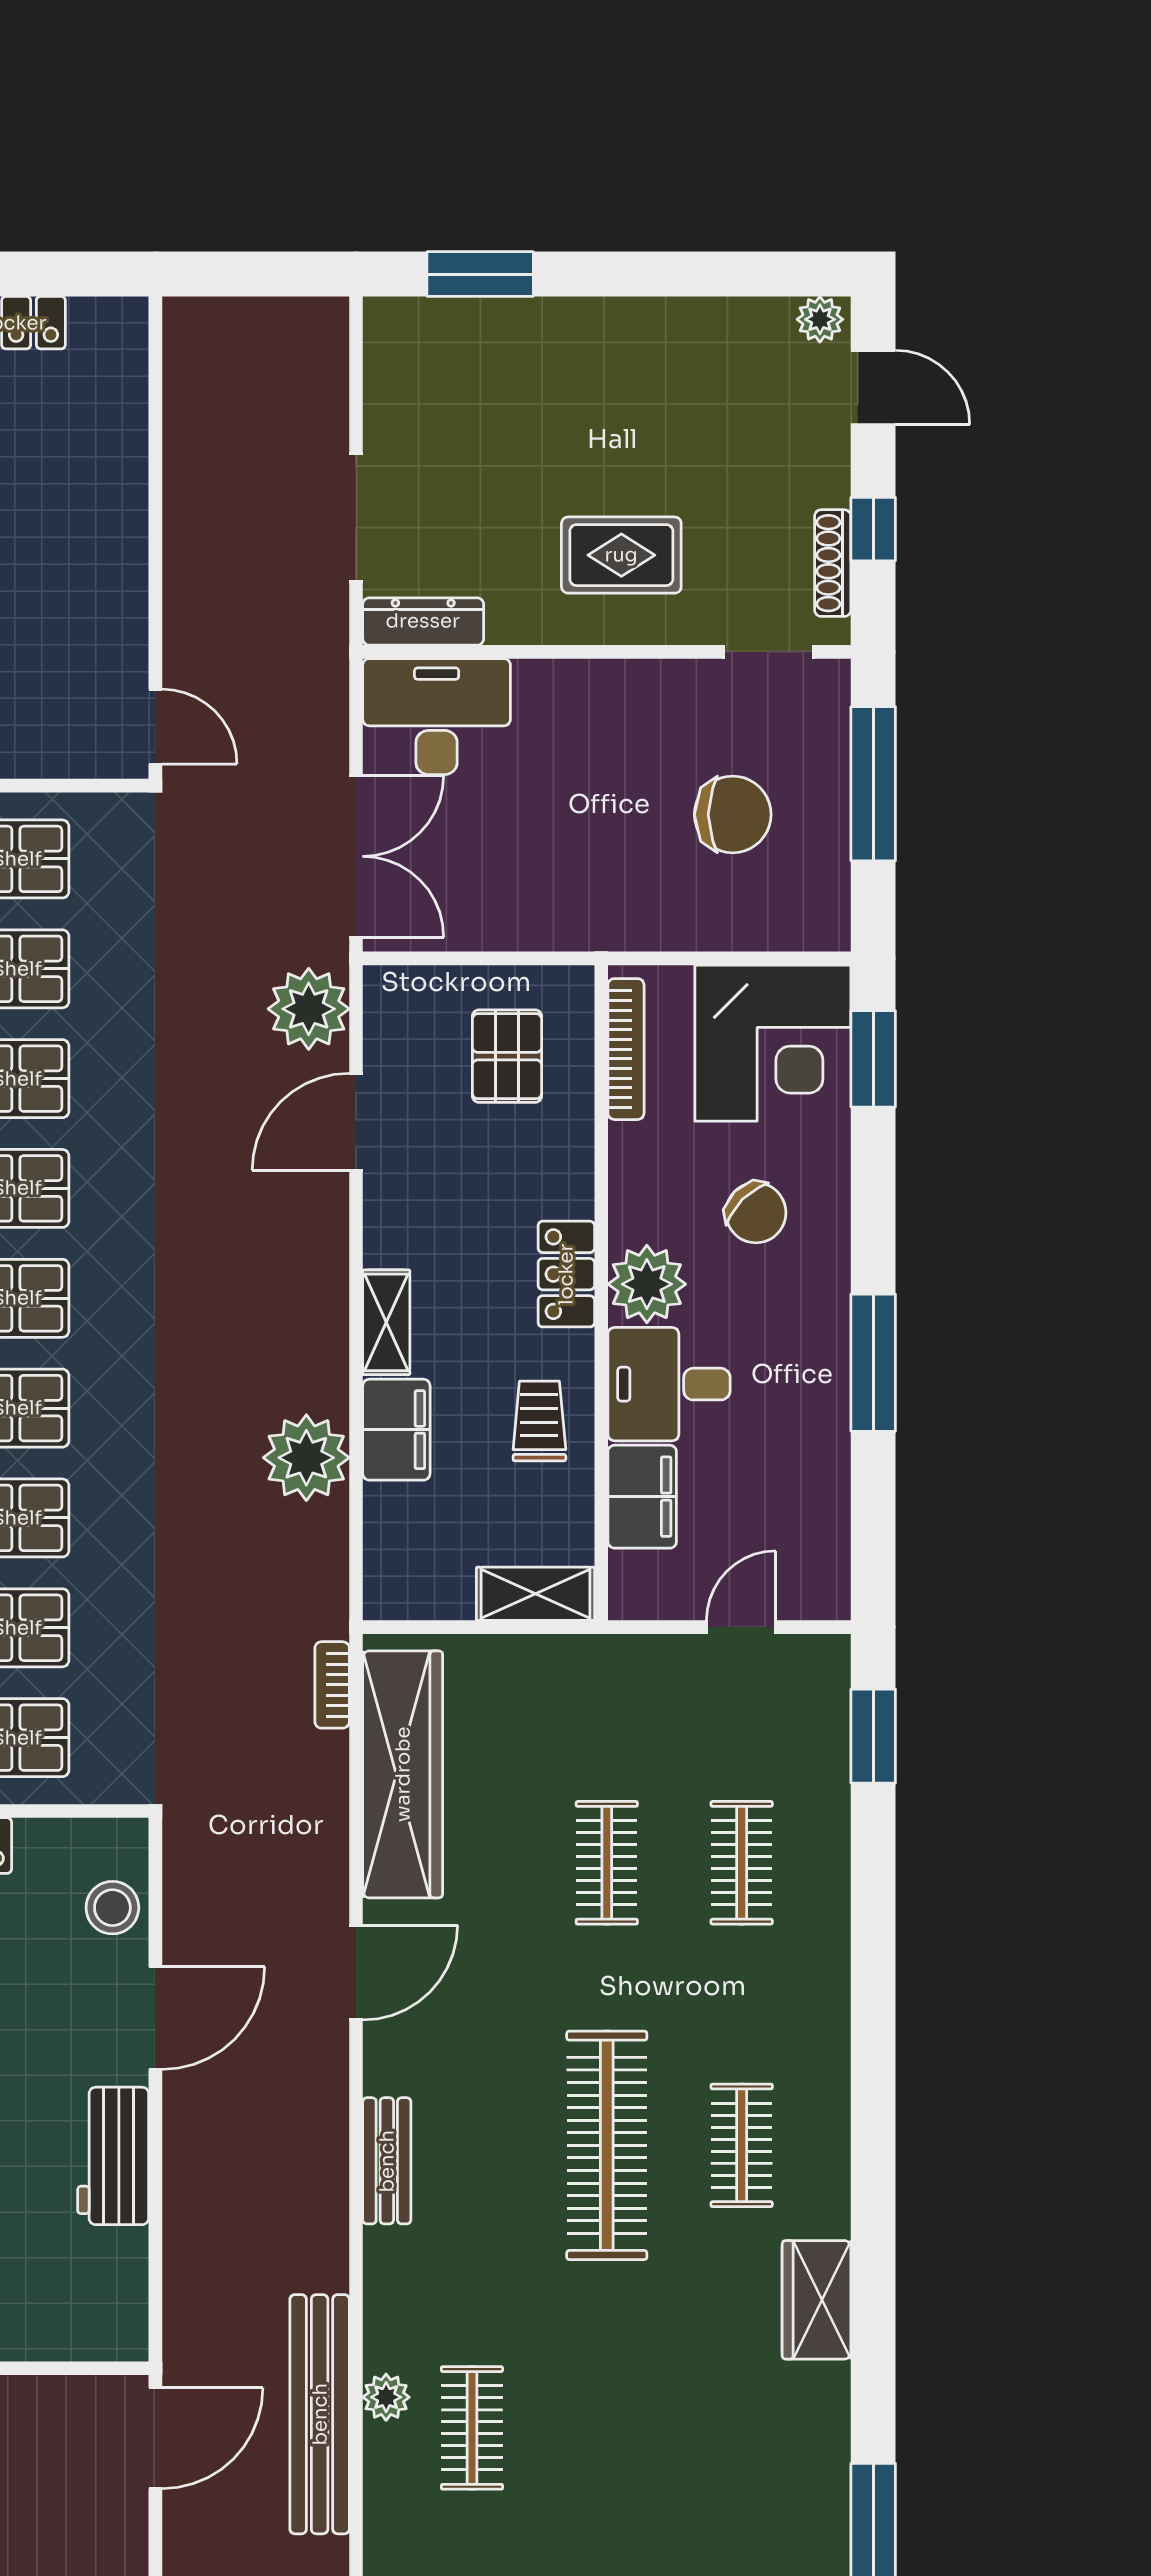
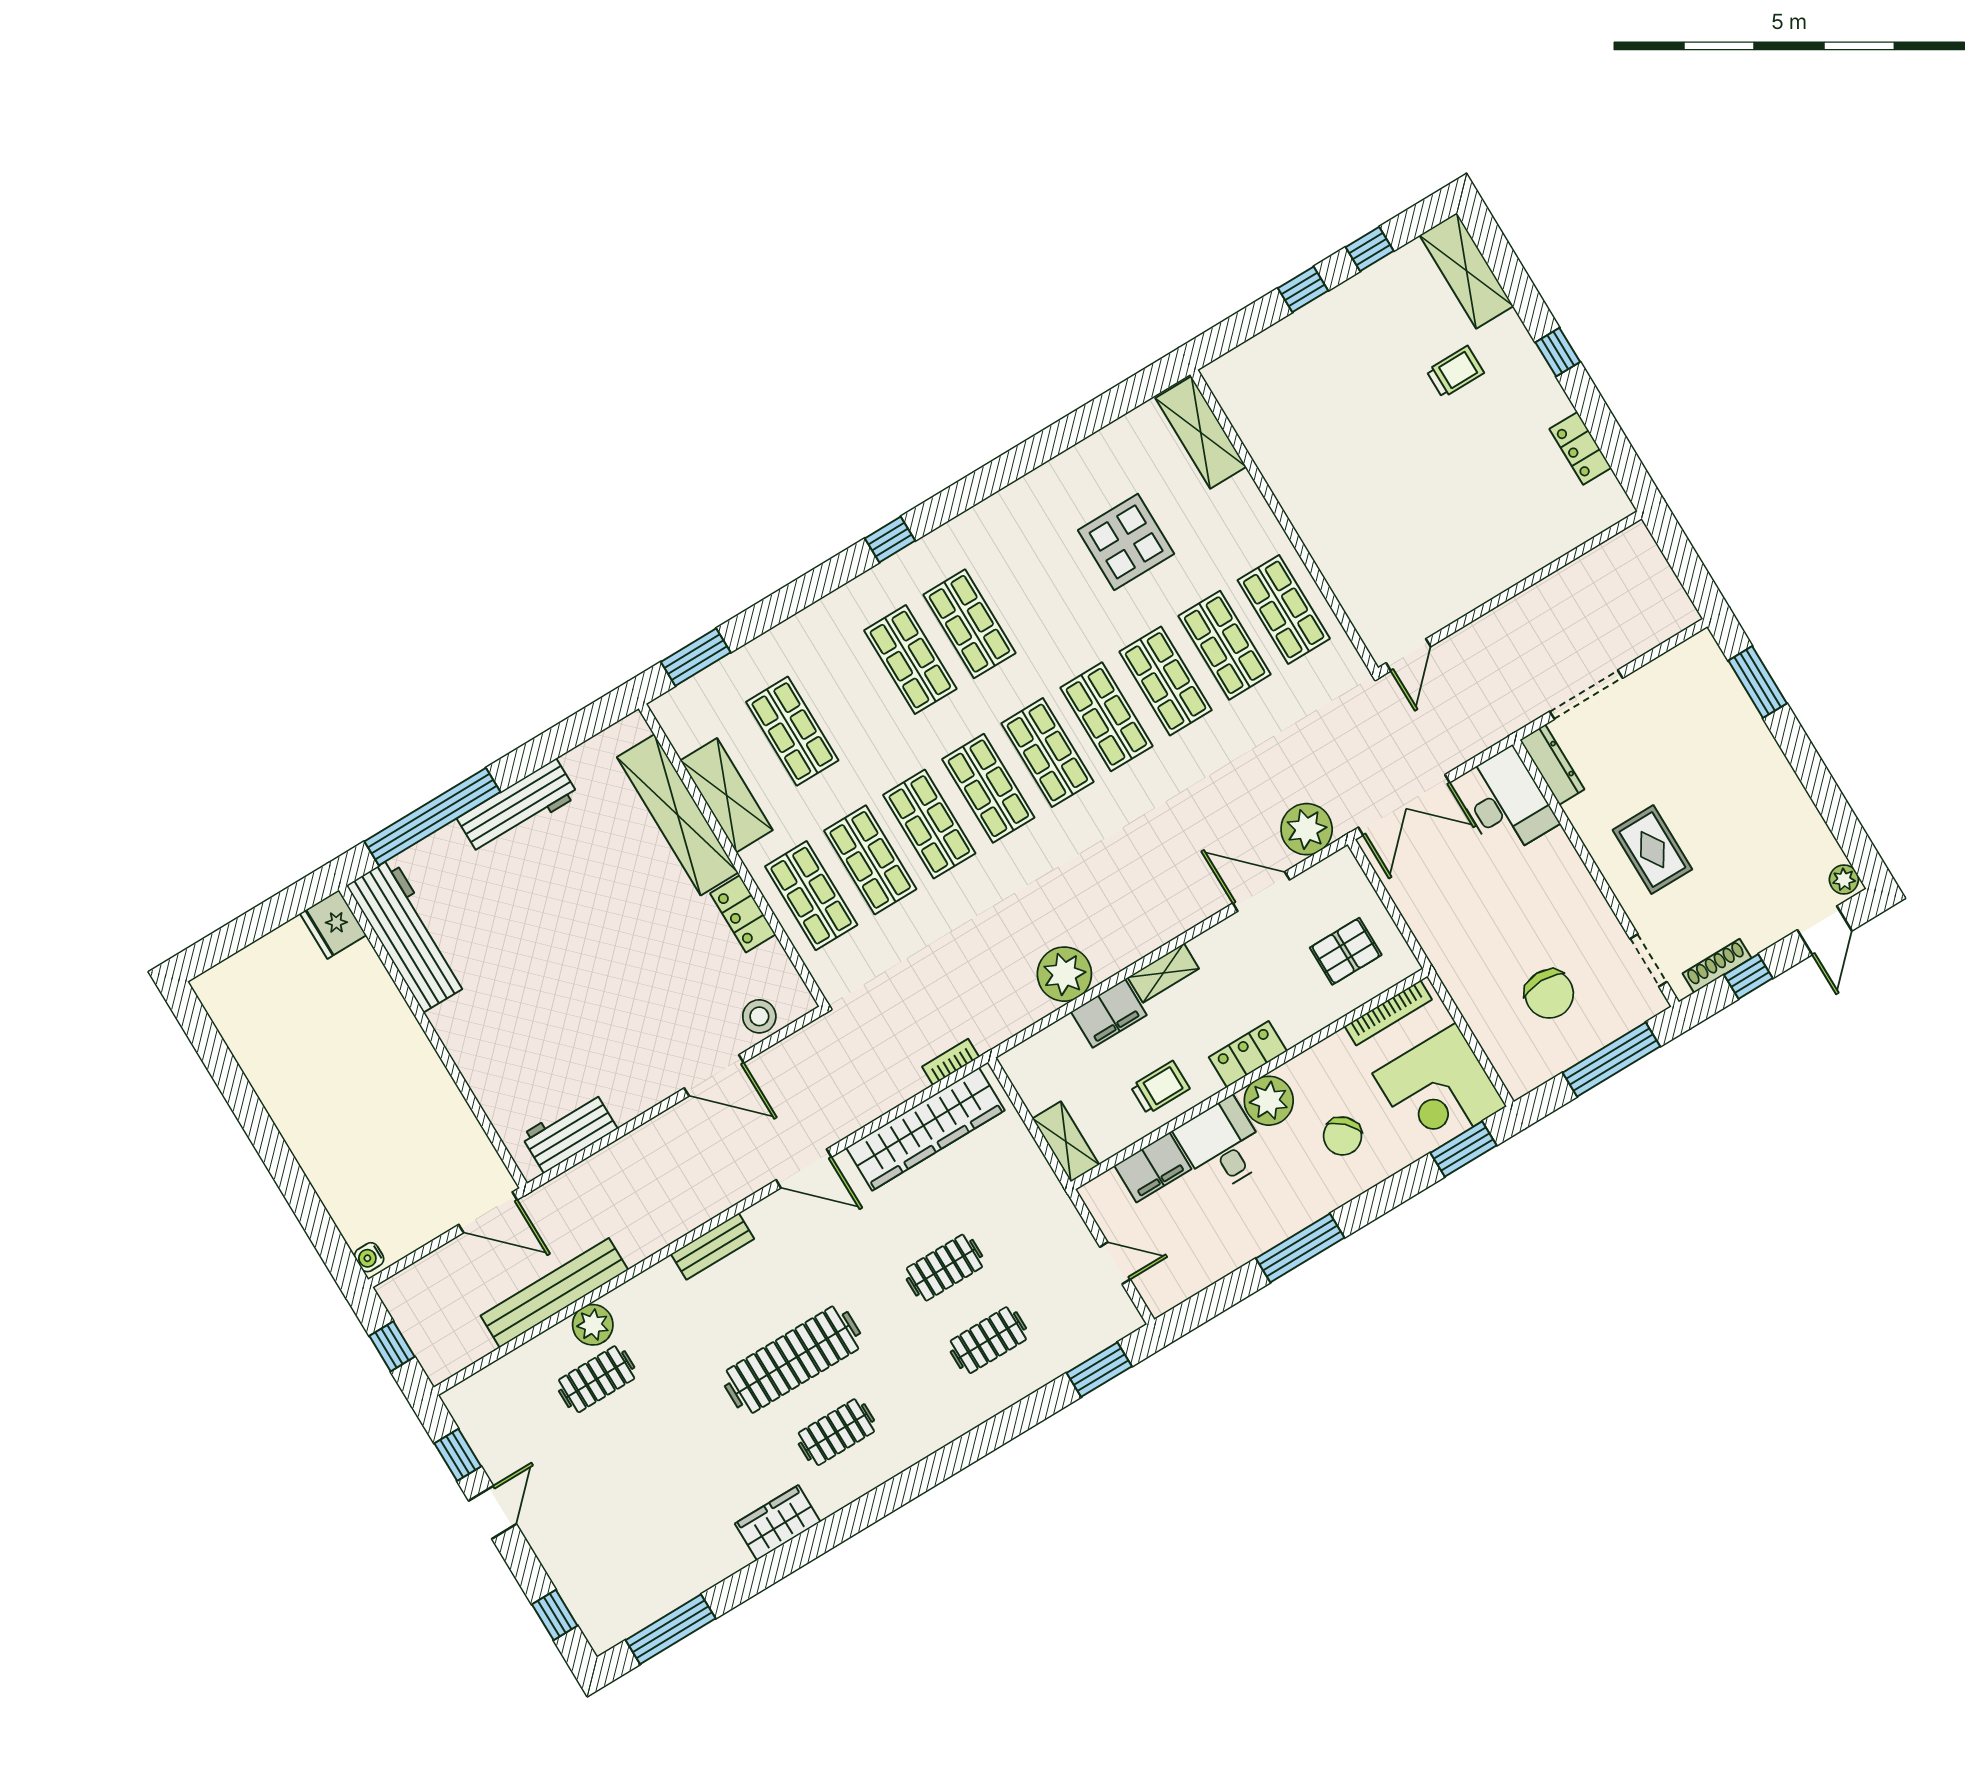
workbench: (113, 2156) -> (569, 1132), moved
plant: (386, 2397) -> (593, 1325), width x1.38, depth x1.38

